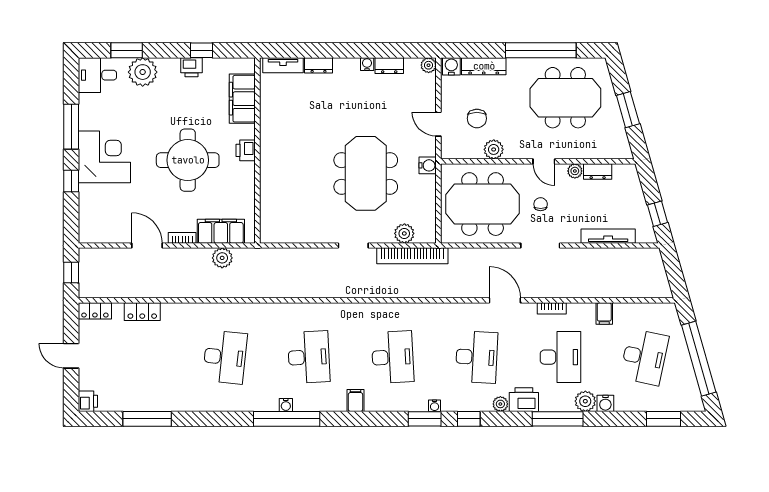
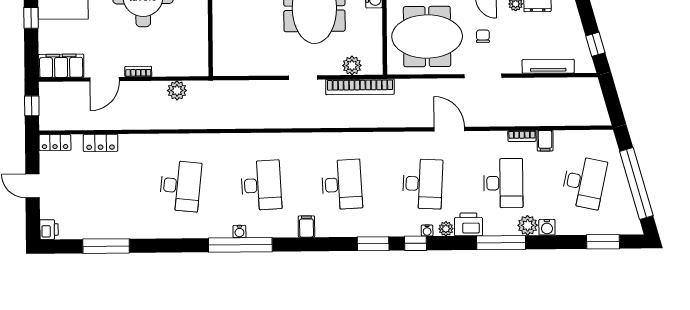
filing cabinet: (221, 231) -> (61, 66), moved
door: (147, 246) -> (105, 79), swing flipped
bookcase: (552, 308) -> (522, 136), moved
water cooler: (435, 406) -> (427, 231), moved

